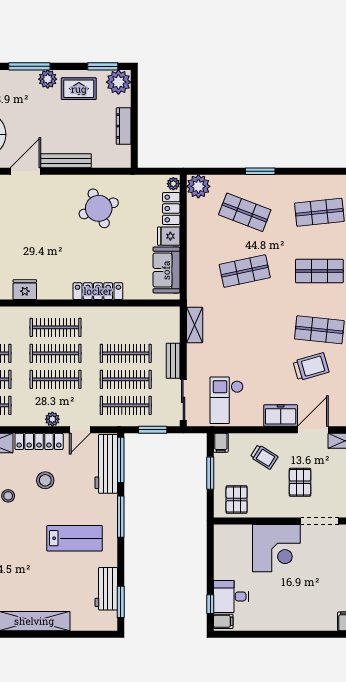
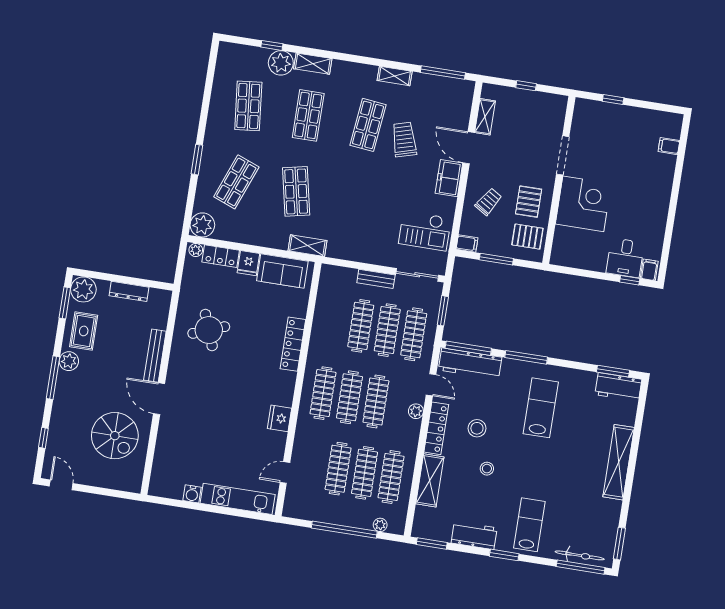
shelving: (195, 325) -> (307, 246), moved
pallet: (300, 482) -> (529, 202), moved, turned 90
workbench: (106, 589) -> (618, 387), moved

